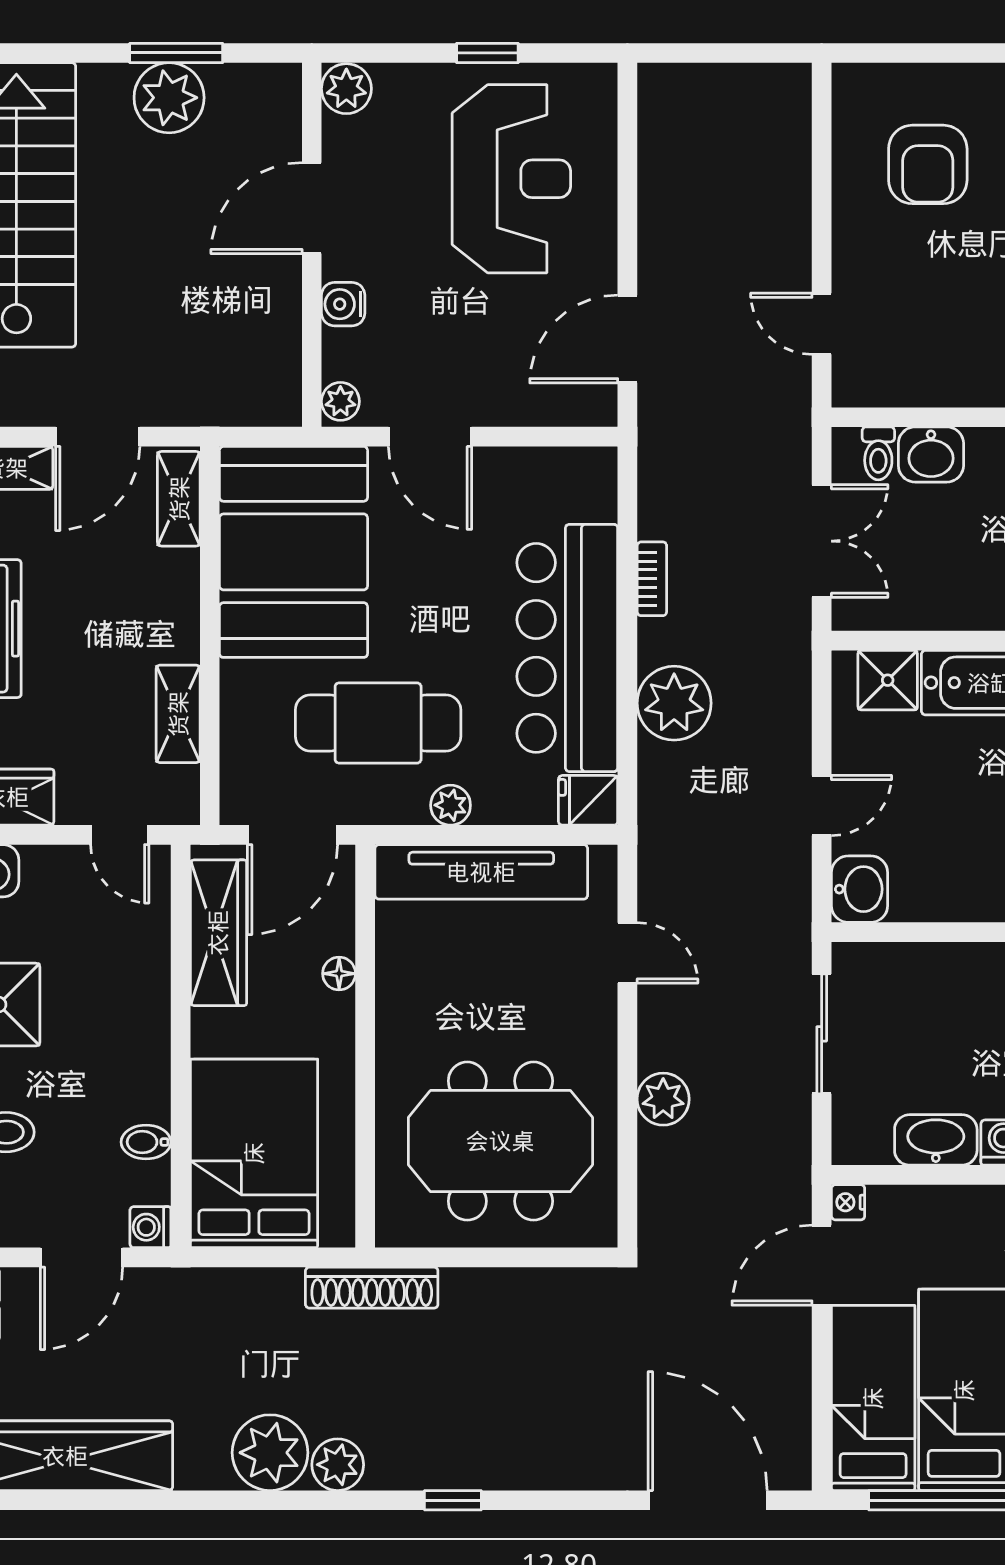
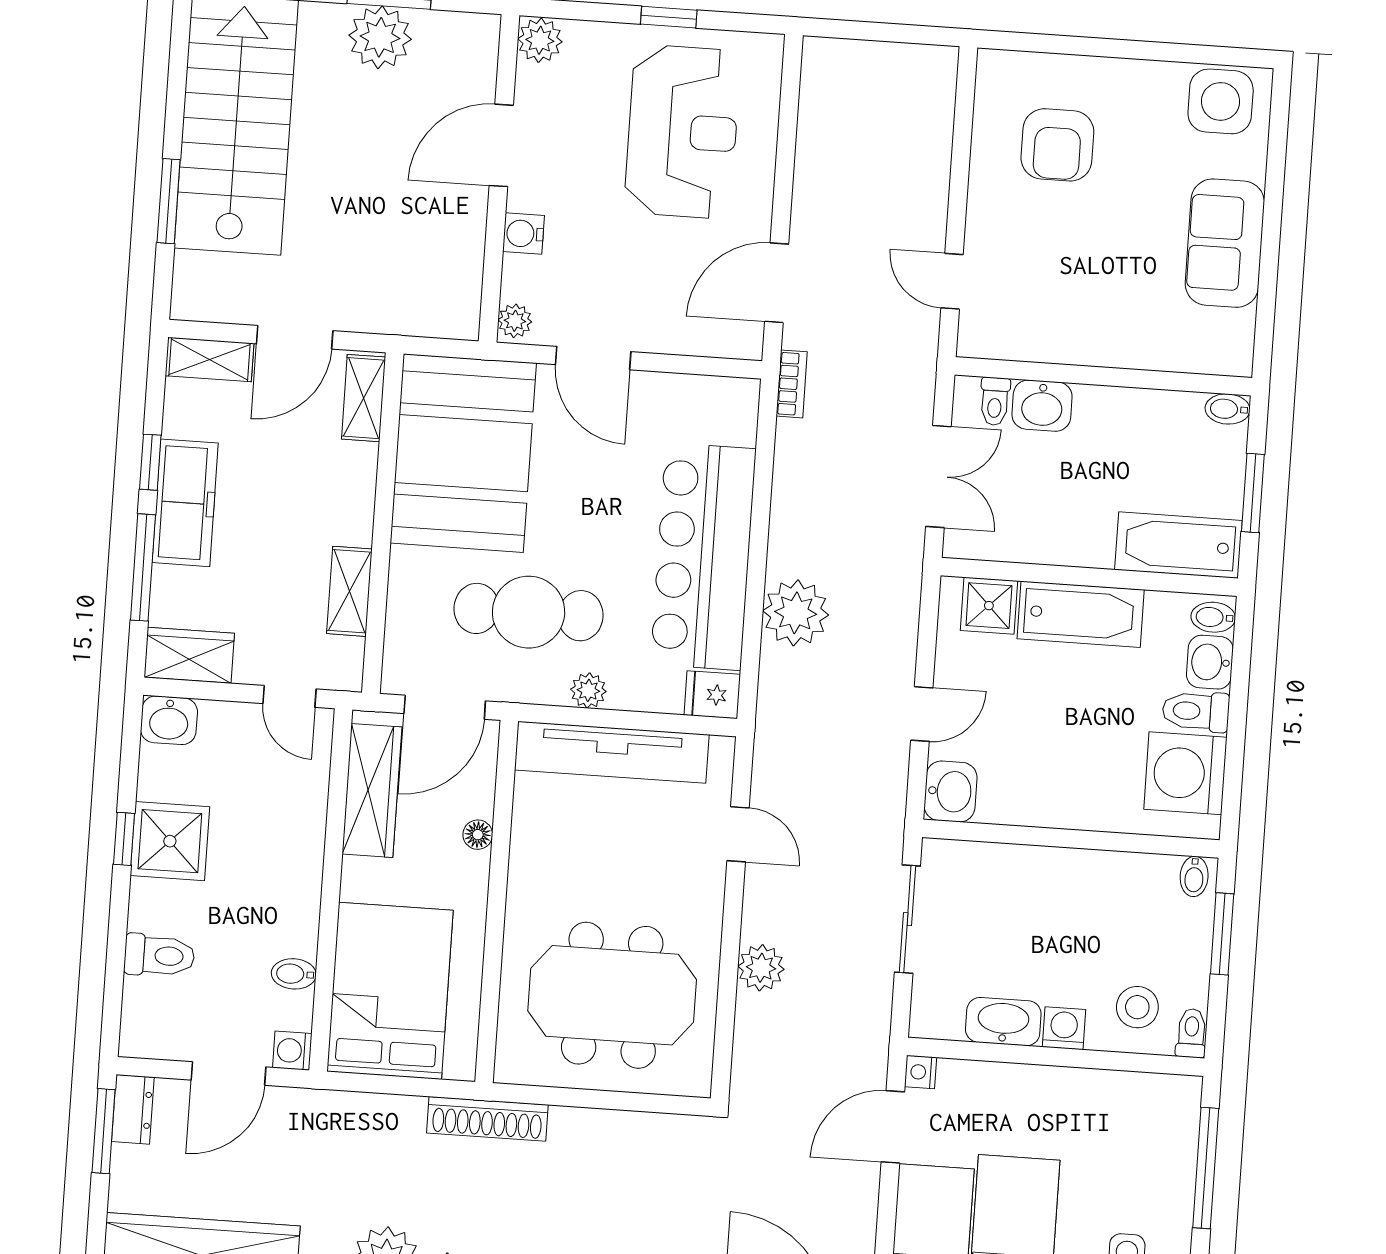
bookcase: (652, 579) -> (792, 384), moved

